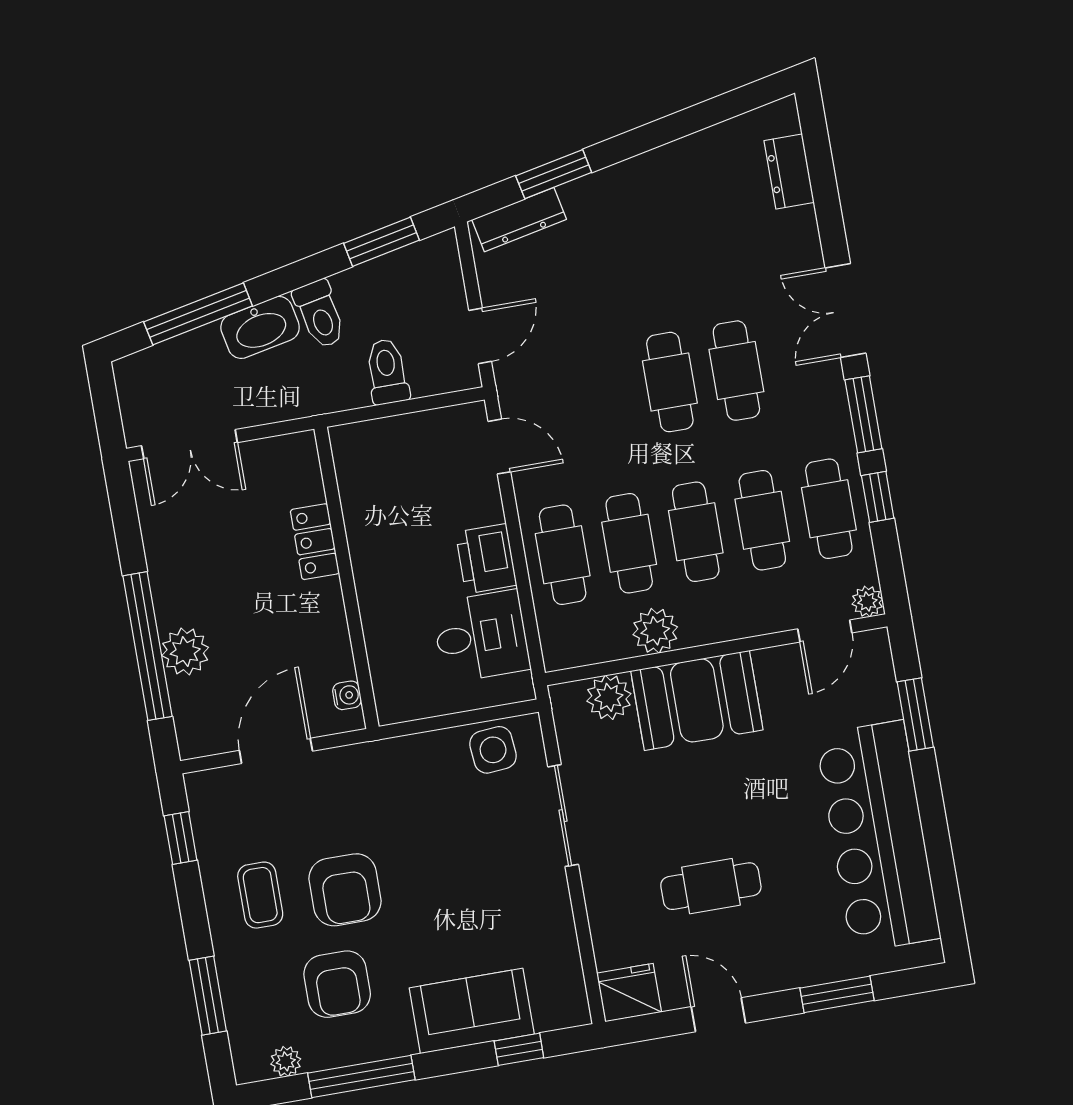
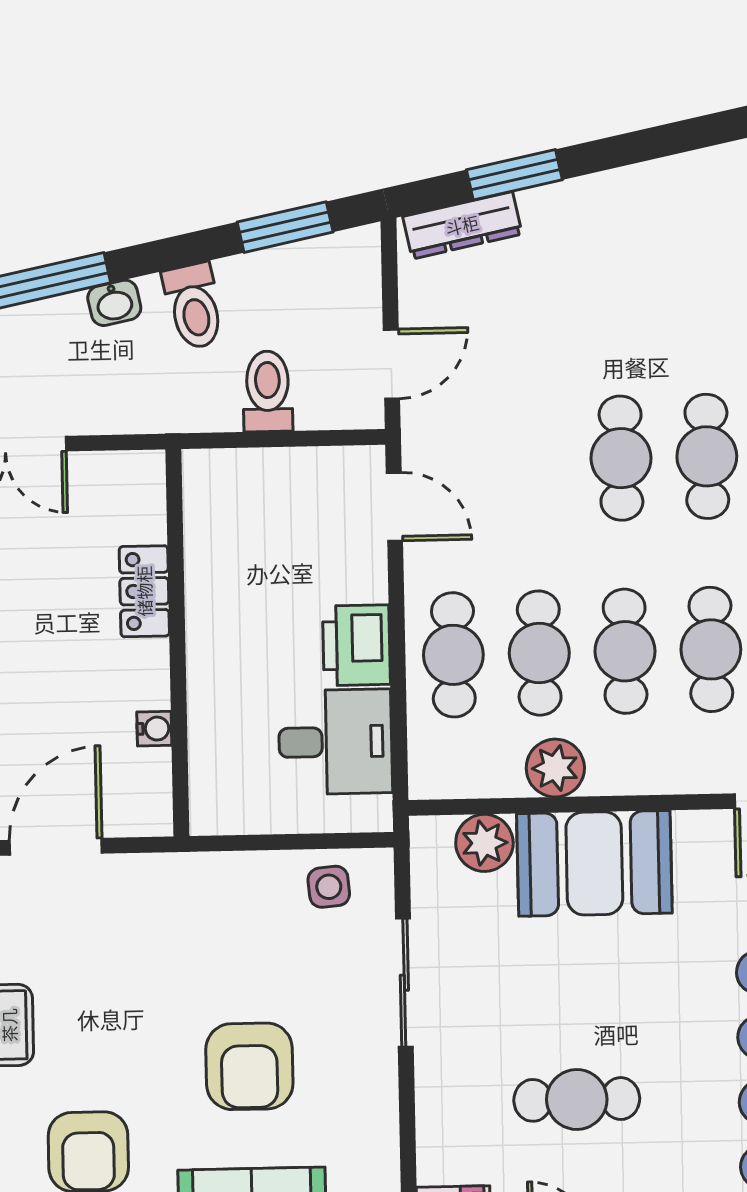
washbasin: (260, 327) -> (114, 303), width x0.52, depth x0.69
water cooler: (347, 695) -> (154, 729), moved
side table: (493, 750) -> (329, 887), width x0.73, depth x0.73
armchair: (345, 890) -> (249, 1066), moved

